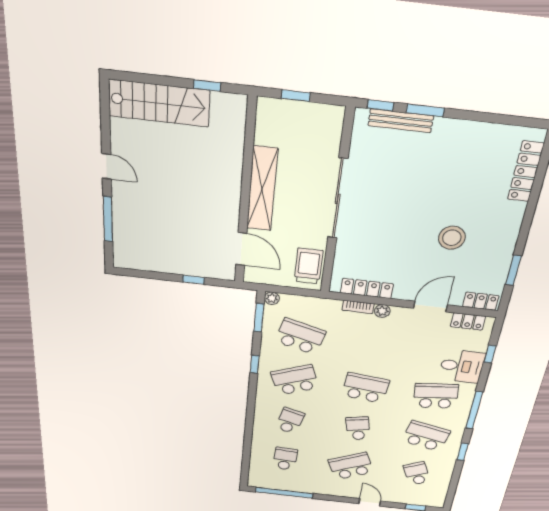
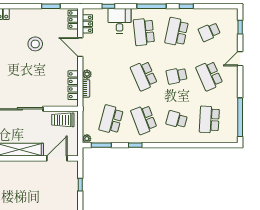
school desk: (365, 388) -> (144, 76), turned -30
school desk: (285, 459) -> (209, 120), width x1.85

